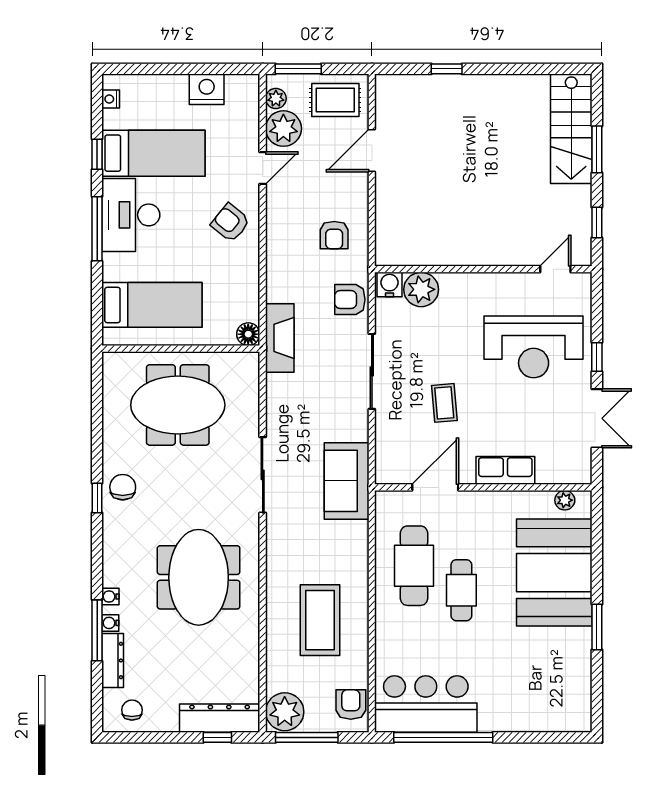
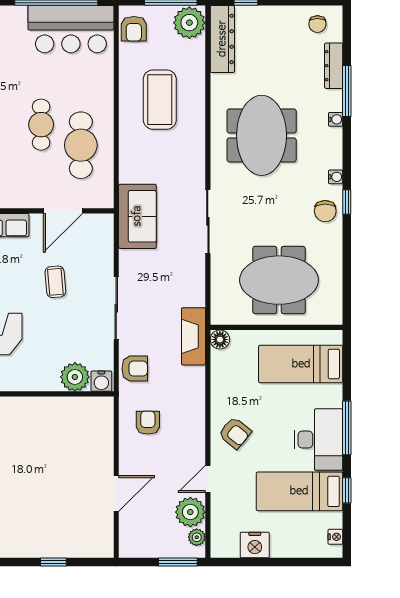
rug: (335, 100) -> (147, 536), removed
water cooler: (110, 623) -> (336, 177), moved
dresser: (220, 718) -> (222, 39), moved, turned -90

